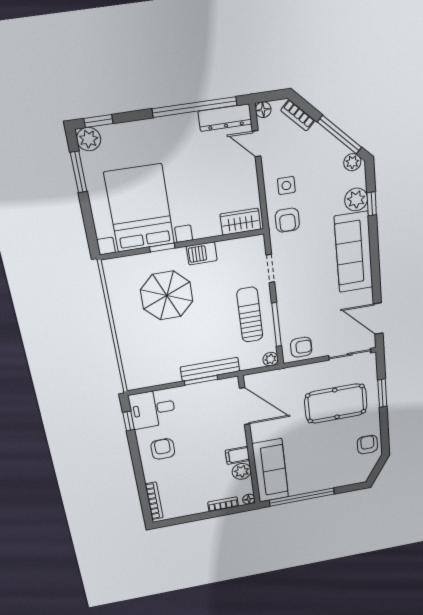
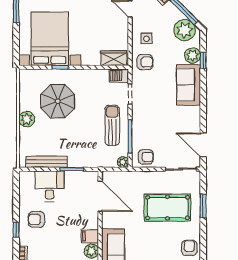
plant: (352, 162) -> (185, 30), width x1.88, depth x1.88
armchair: (287, 220) -> (145, 62), turned -90
sofa: (354, 252) -> (189, 85), width x0.73
barbecue: (202, 253) -> (119, 76), moved
plant: (126, 327) -> (27, 119), added
bench: (210, 369) -> (46, 162), moved
desk: (152, 409) -> (50, 186), moved, turned 90
window: (129, 421) -> (16, 230), moved
armchair: (163, 449) -> (36, 219), turned -90

